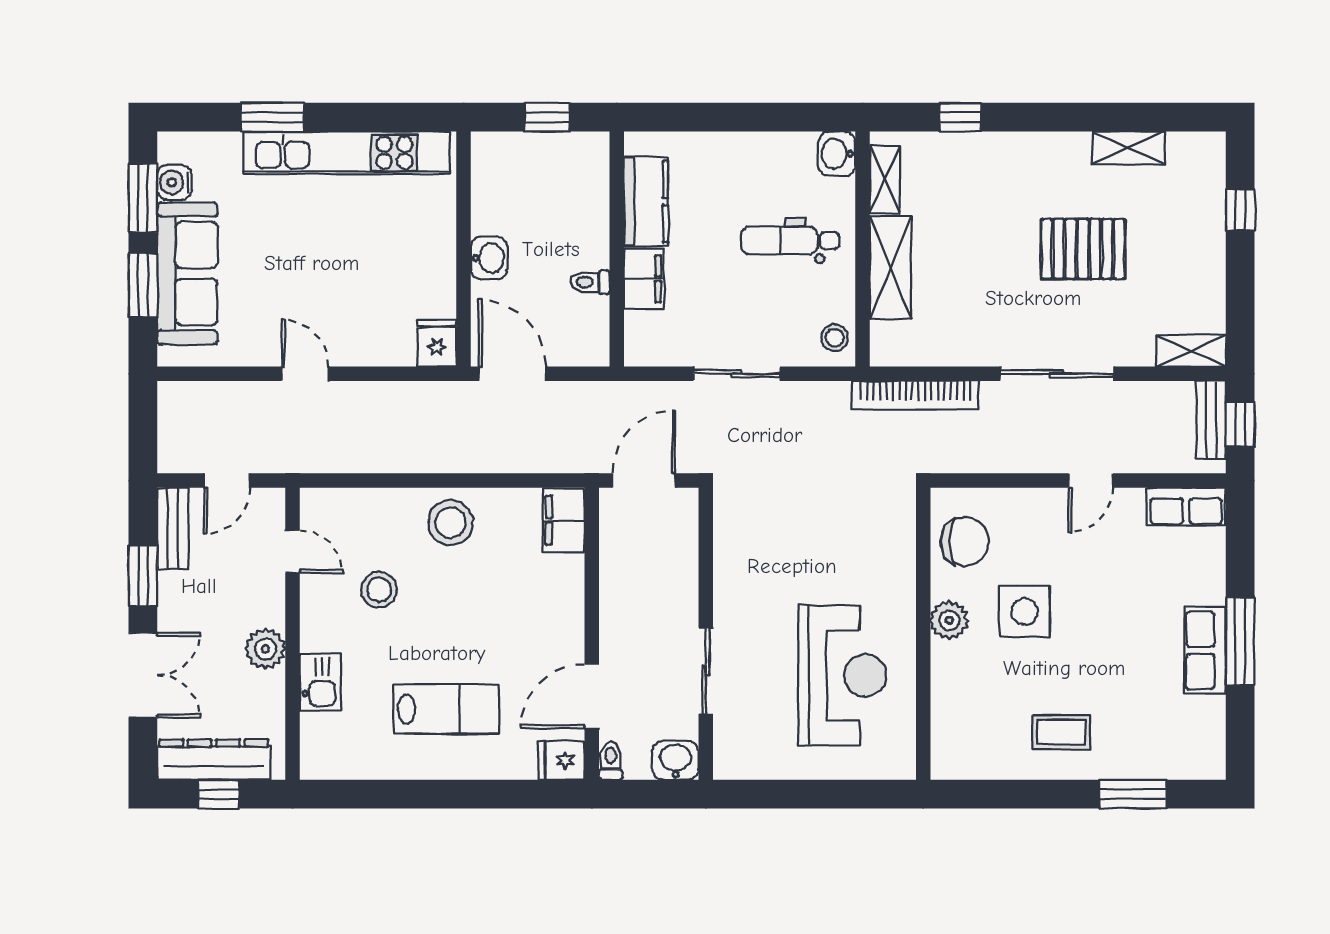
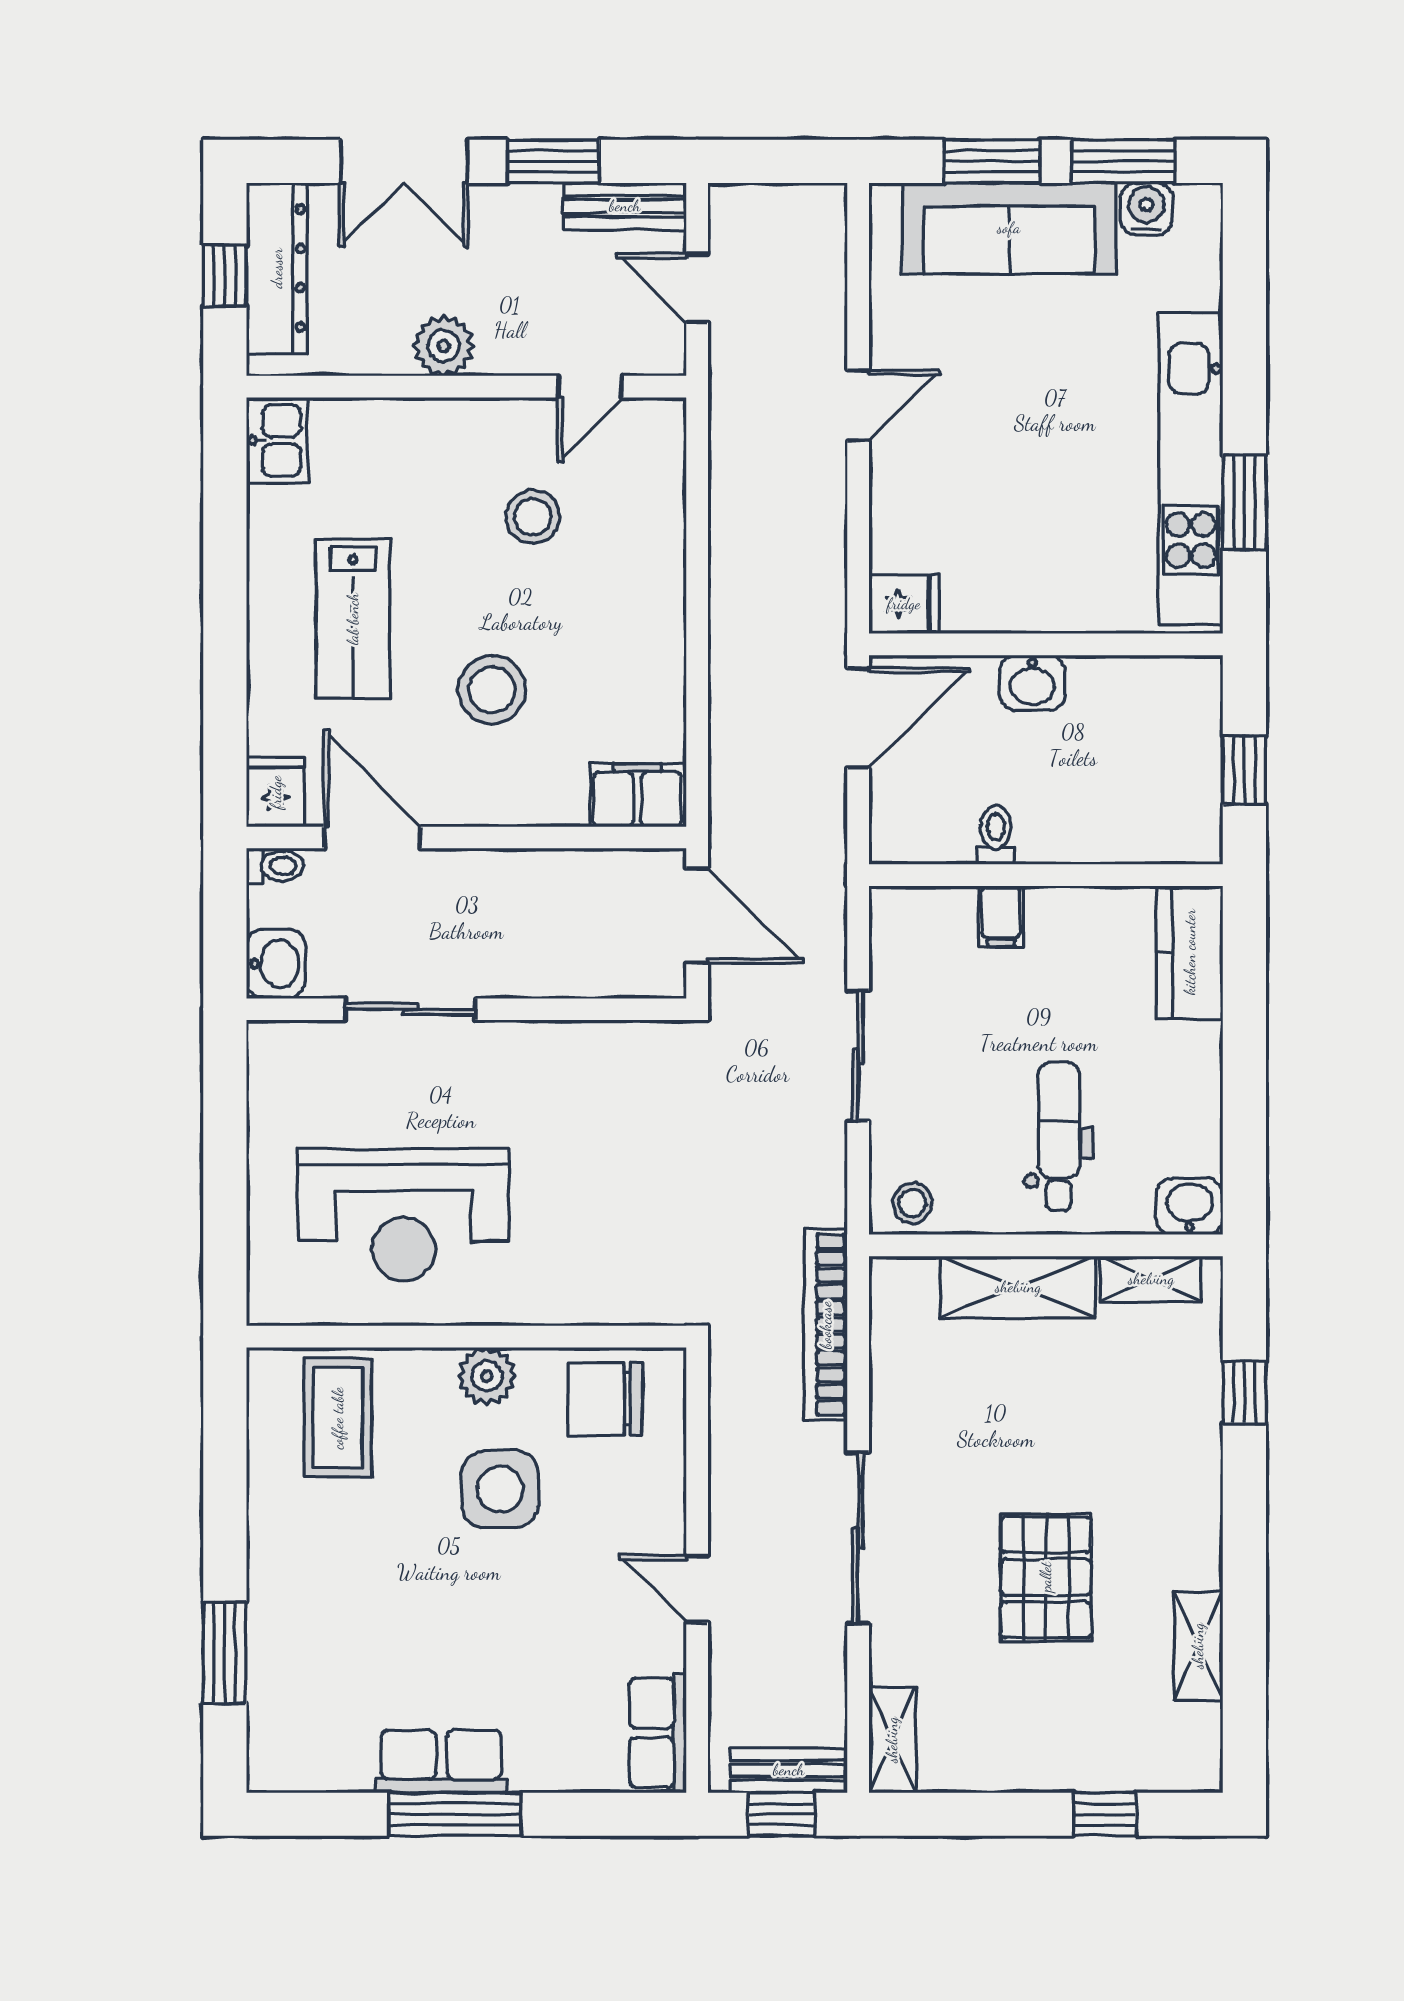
window: (272, 117) -> (1244, 502), moved
kitchen counter: (646, 202) -> (1190, 952), moved, turned 90
filing cabinet: (644, 279) -> (1001, 916), width x0.50
stool: (451, 523) -> (492, 690), moved
chair: (965, 541) -> (605, 1399), turned 90
kitchen sink: (320, 682) -> (277, 440), moved, turned -90
coffee table: (1061, 732) -> (338, 1418), moved, width x1.36, depth x1.30

